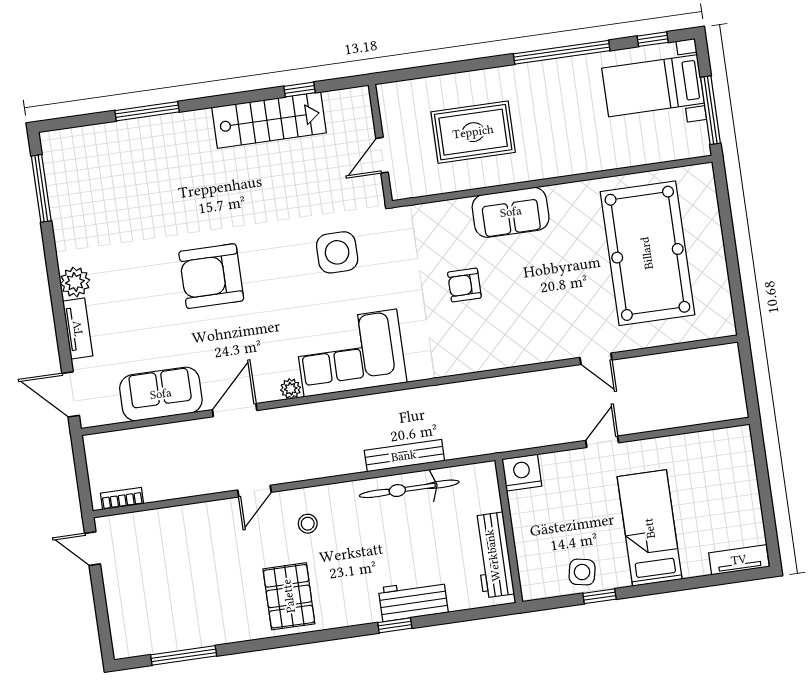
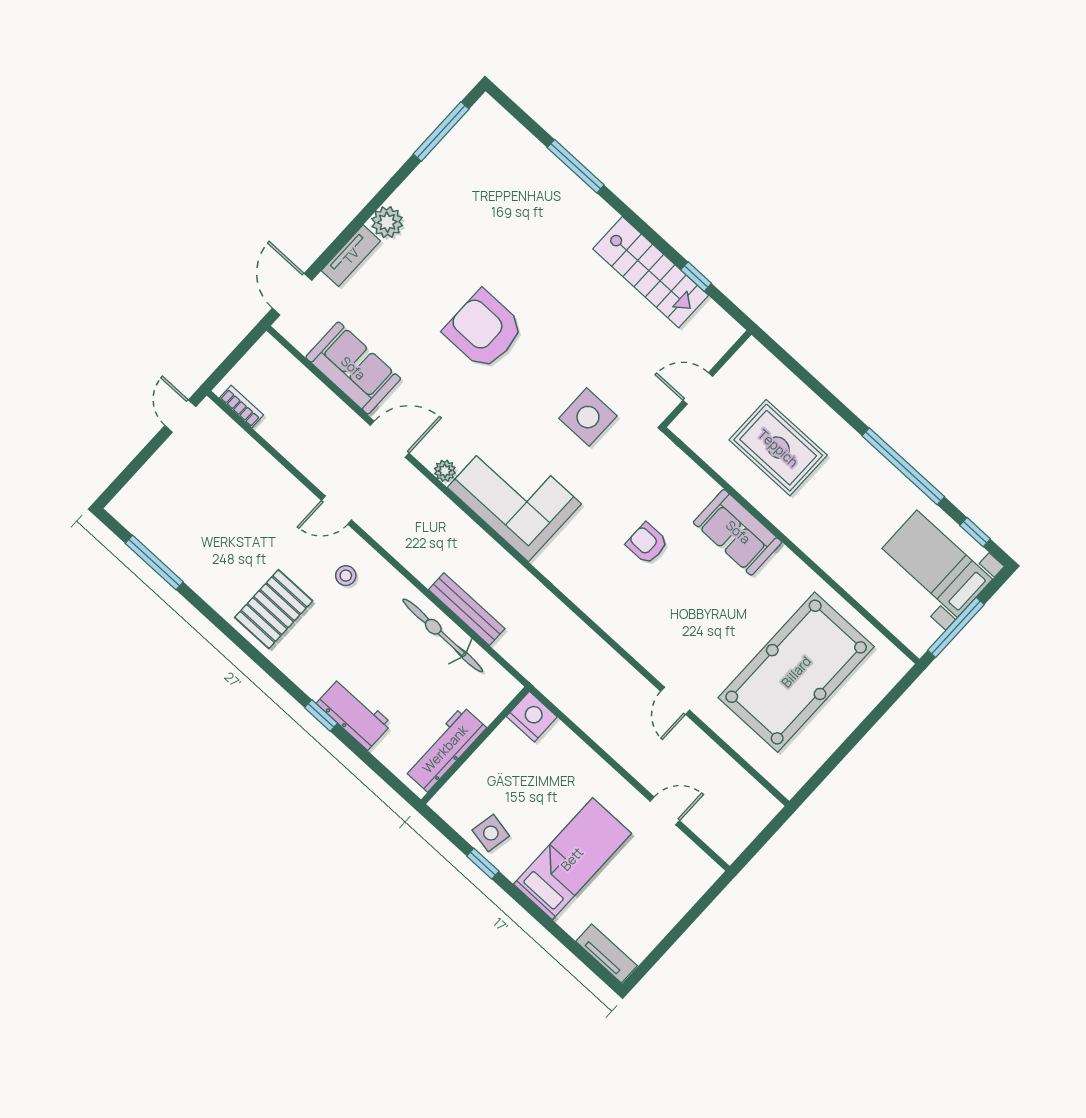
door: (602, 442) -> (665, 811), moved

